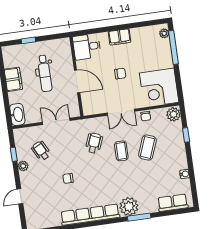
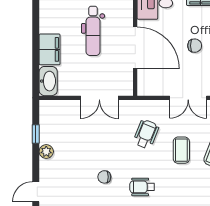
filing cabinet: (13, 79) -> (50, 49), moved
door: (77, 81) -> (135, 48), width x1.36
double door: (56, 121) -> (99, 98), swing flipped
wheelchair: (41, 151) -> (142, 187), moved, turned -63

